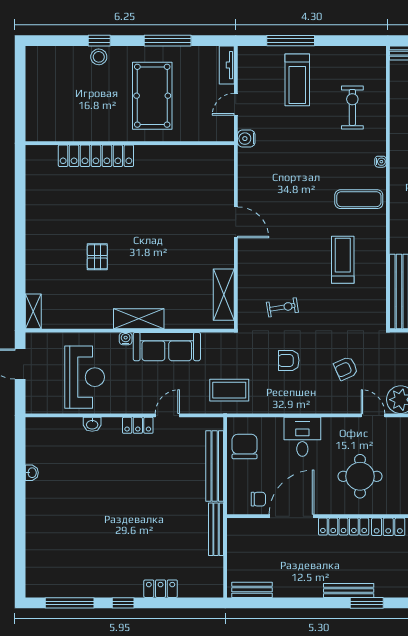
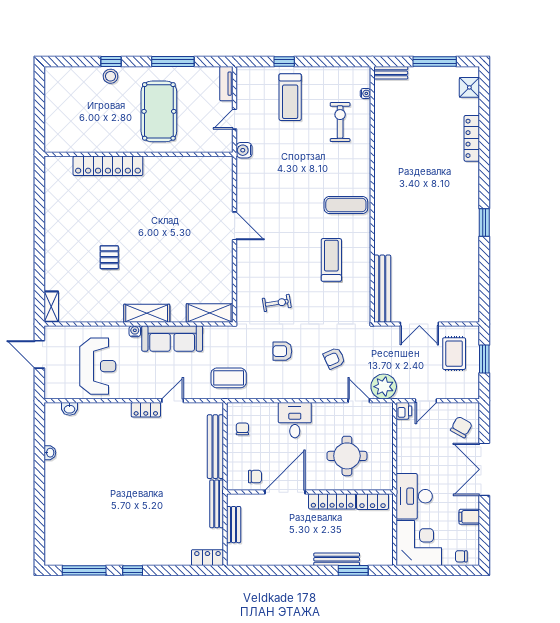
window: (291, 41) -> (284, 62), width x0.46
water cooler: (381, 162) -> (366, 93), moved
shelving: (224, 295) -> (210, 313), moved, turned 90
washbasin: (92, 424) -> (70, 409), moved
chair: (245, 446) -> (242, 429), width x0.54, depth x0.54
locker: (161, 589) -> (207, 558), moved
bench: (252, 590) -> (234, 525), moved, turned 90

